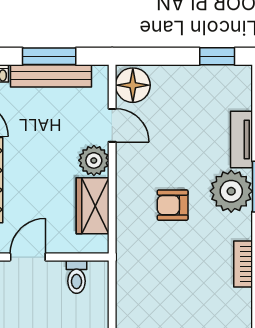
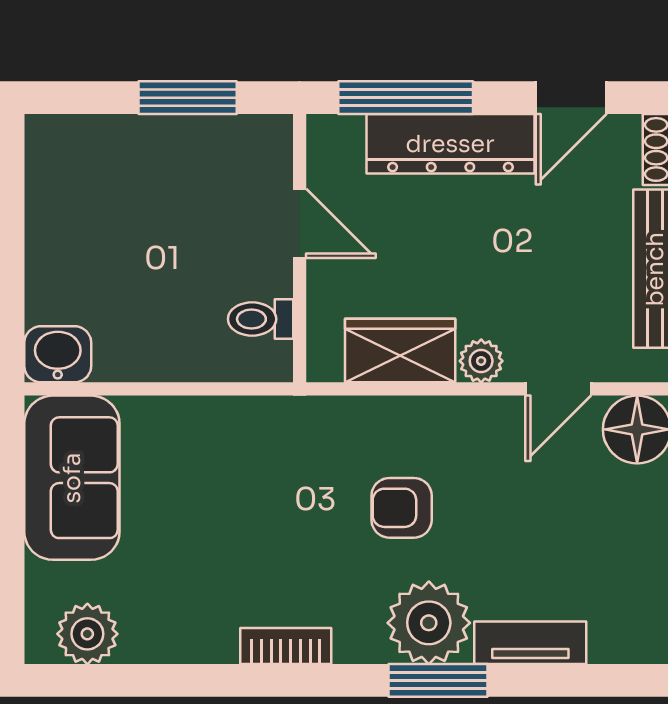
plant: (94, 160) -> (481, 361), width x0.73, depth x0.73
armchair: (173, 205) -> (402, 508), turned -90

